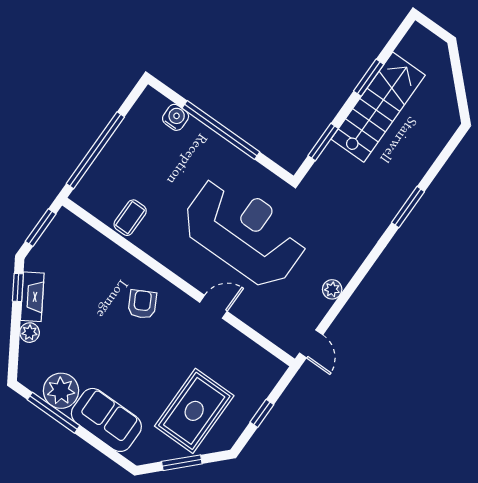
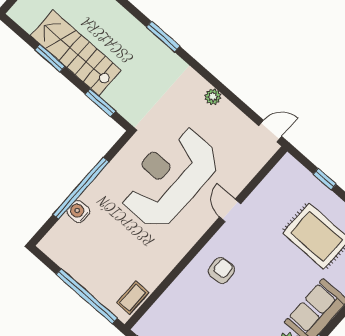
water cooler: (176, 117) -> (78, 212), moved
coffee table: (130, 218) -> (133, 298), moved, turned 90
plant: (332, 289) -> (213, 97), moved
armchair: (142, 304) -> (221, 271), turned 115

